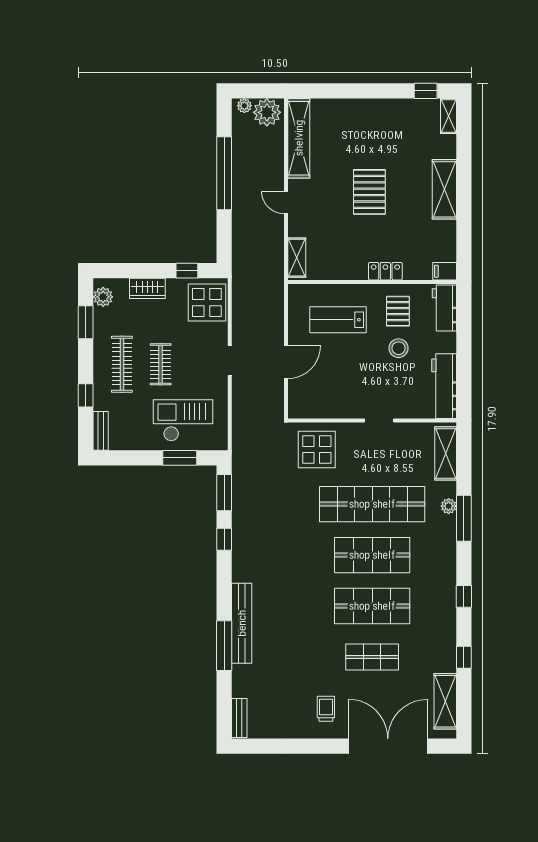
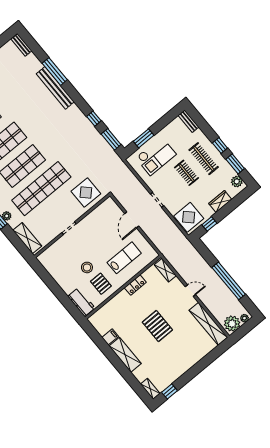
locker: (385, 271) -> (135, 285), moved
filing cabinet: (445, 271) -> (110, 337), moved
workbench: (444, 386) -> (53, 267), removed
window: (86, 395) -> (220, 146), moved

